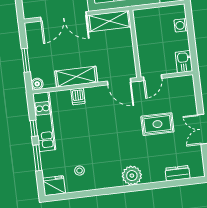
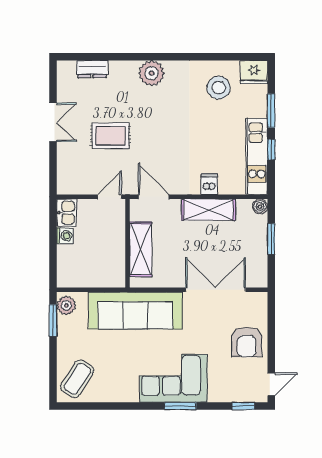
shelving: (109, 21) -> (141, 249), moved, turned 90
washing machine: (181, 25) -> (65, 236), moved
stool: (80, 171) -> (219, 88), width x1.89, depth x1.89

